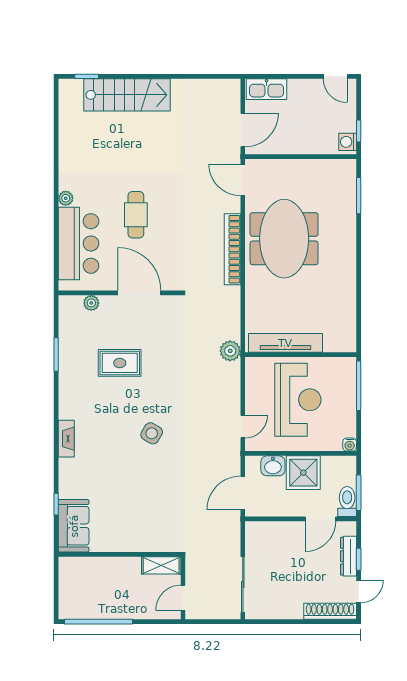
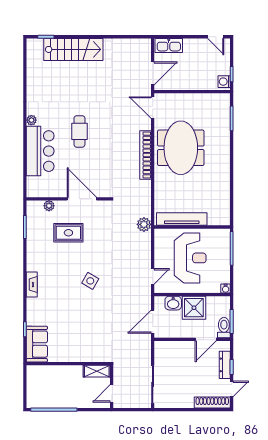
wall: (120, 293) -> (68, 199), moved
door: (139, 293) -> (82, 199), moved
plant: (91, 303) -> (49, 206), moved

